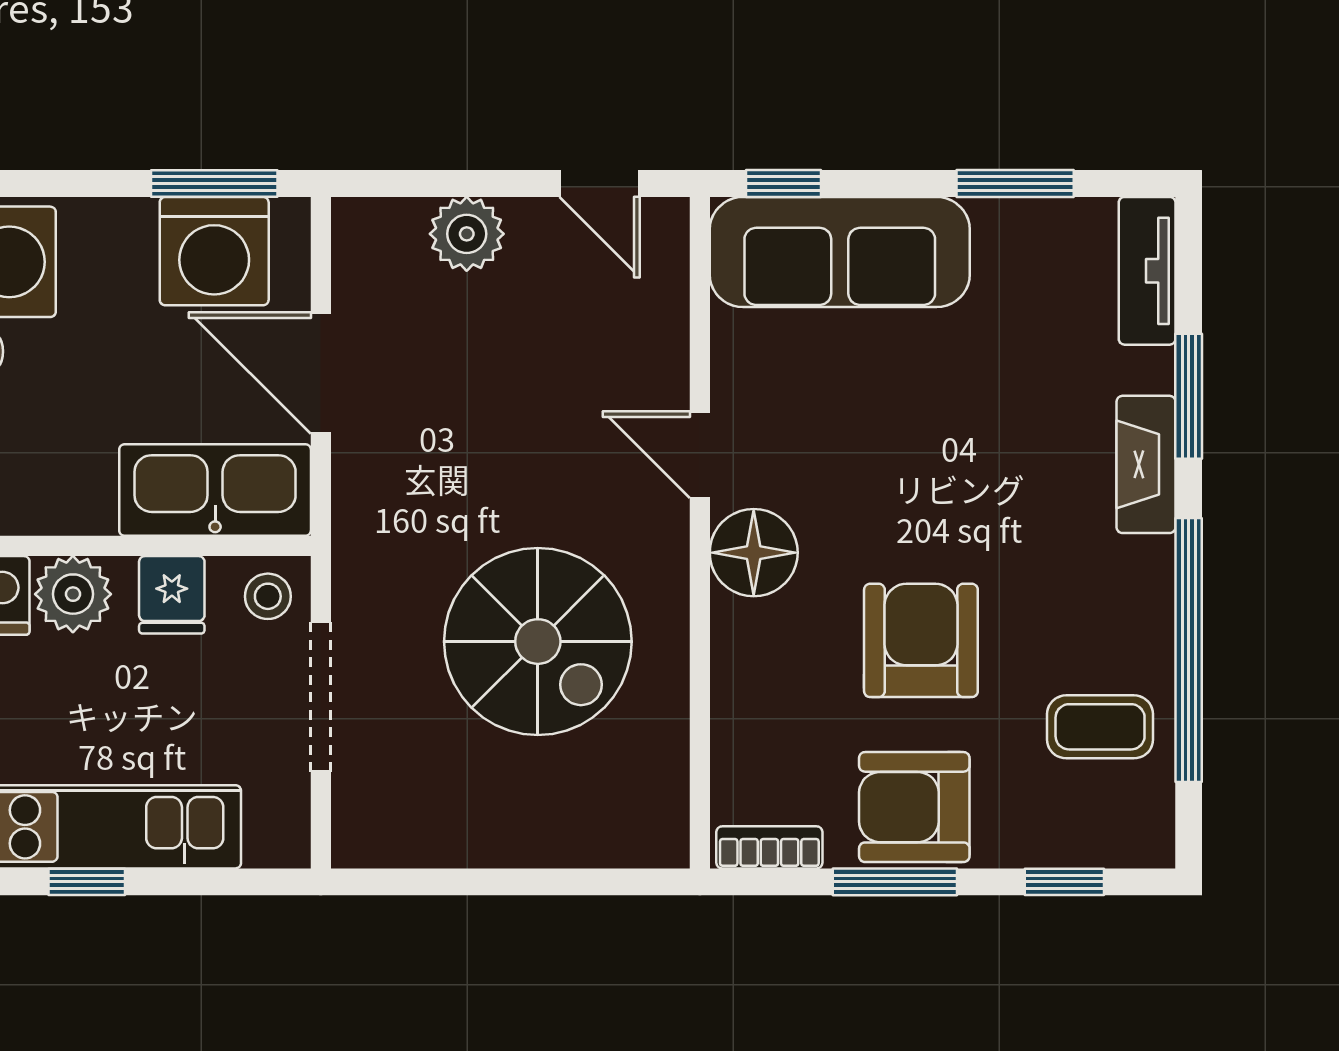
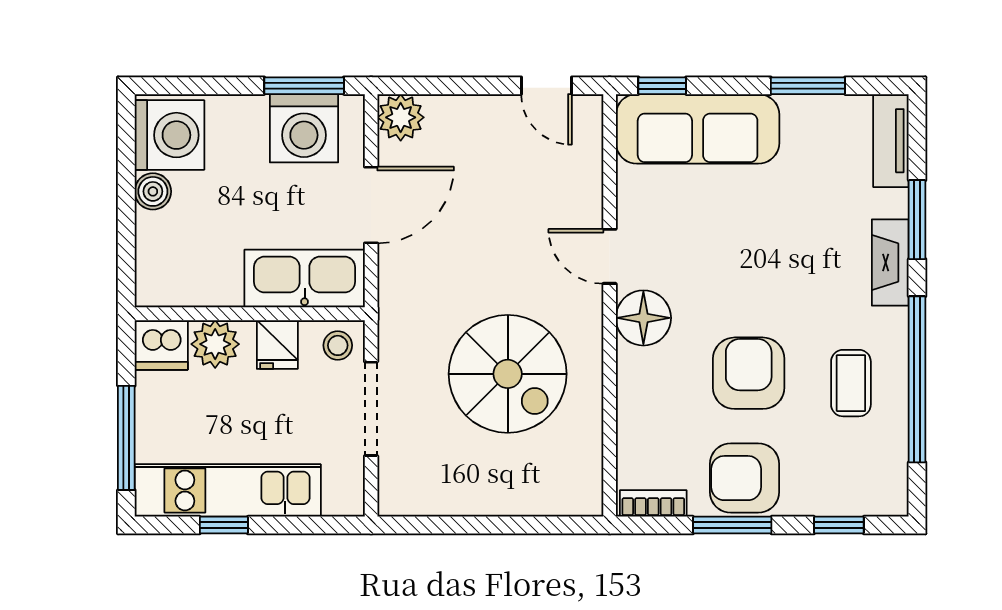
plant: (467, 234) -> (401, 117), moved
door: (321, 373) -> (371, 205), swing flipped
coffee table: (1100, 727) -> (851, 383), moved, turned 90

